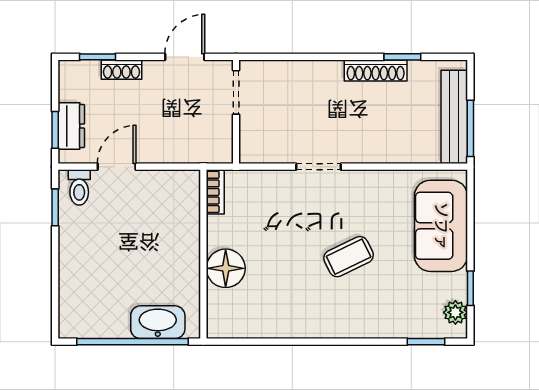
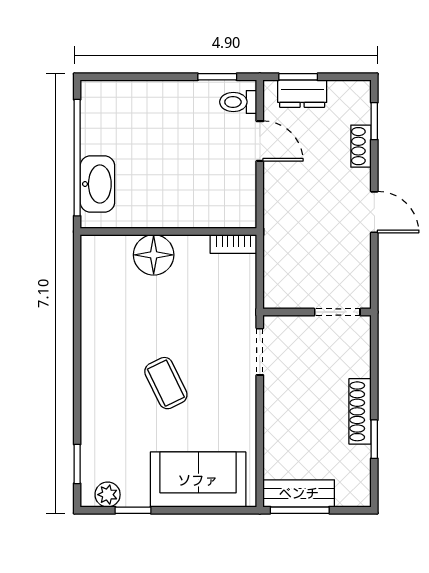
doorway: (236, 92) -> (337, 312), moved
wall: (236, 112) -> (317, 312), moved
bench: (454, 117) -> (299, 493), width x0.73

